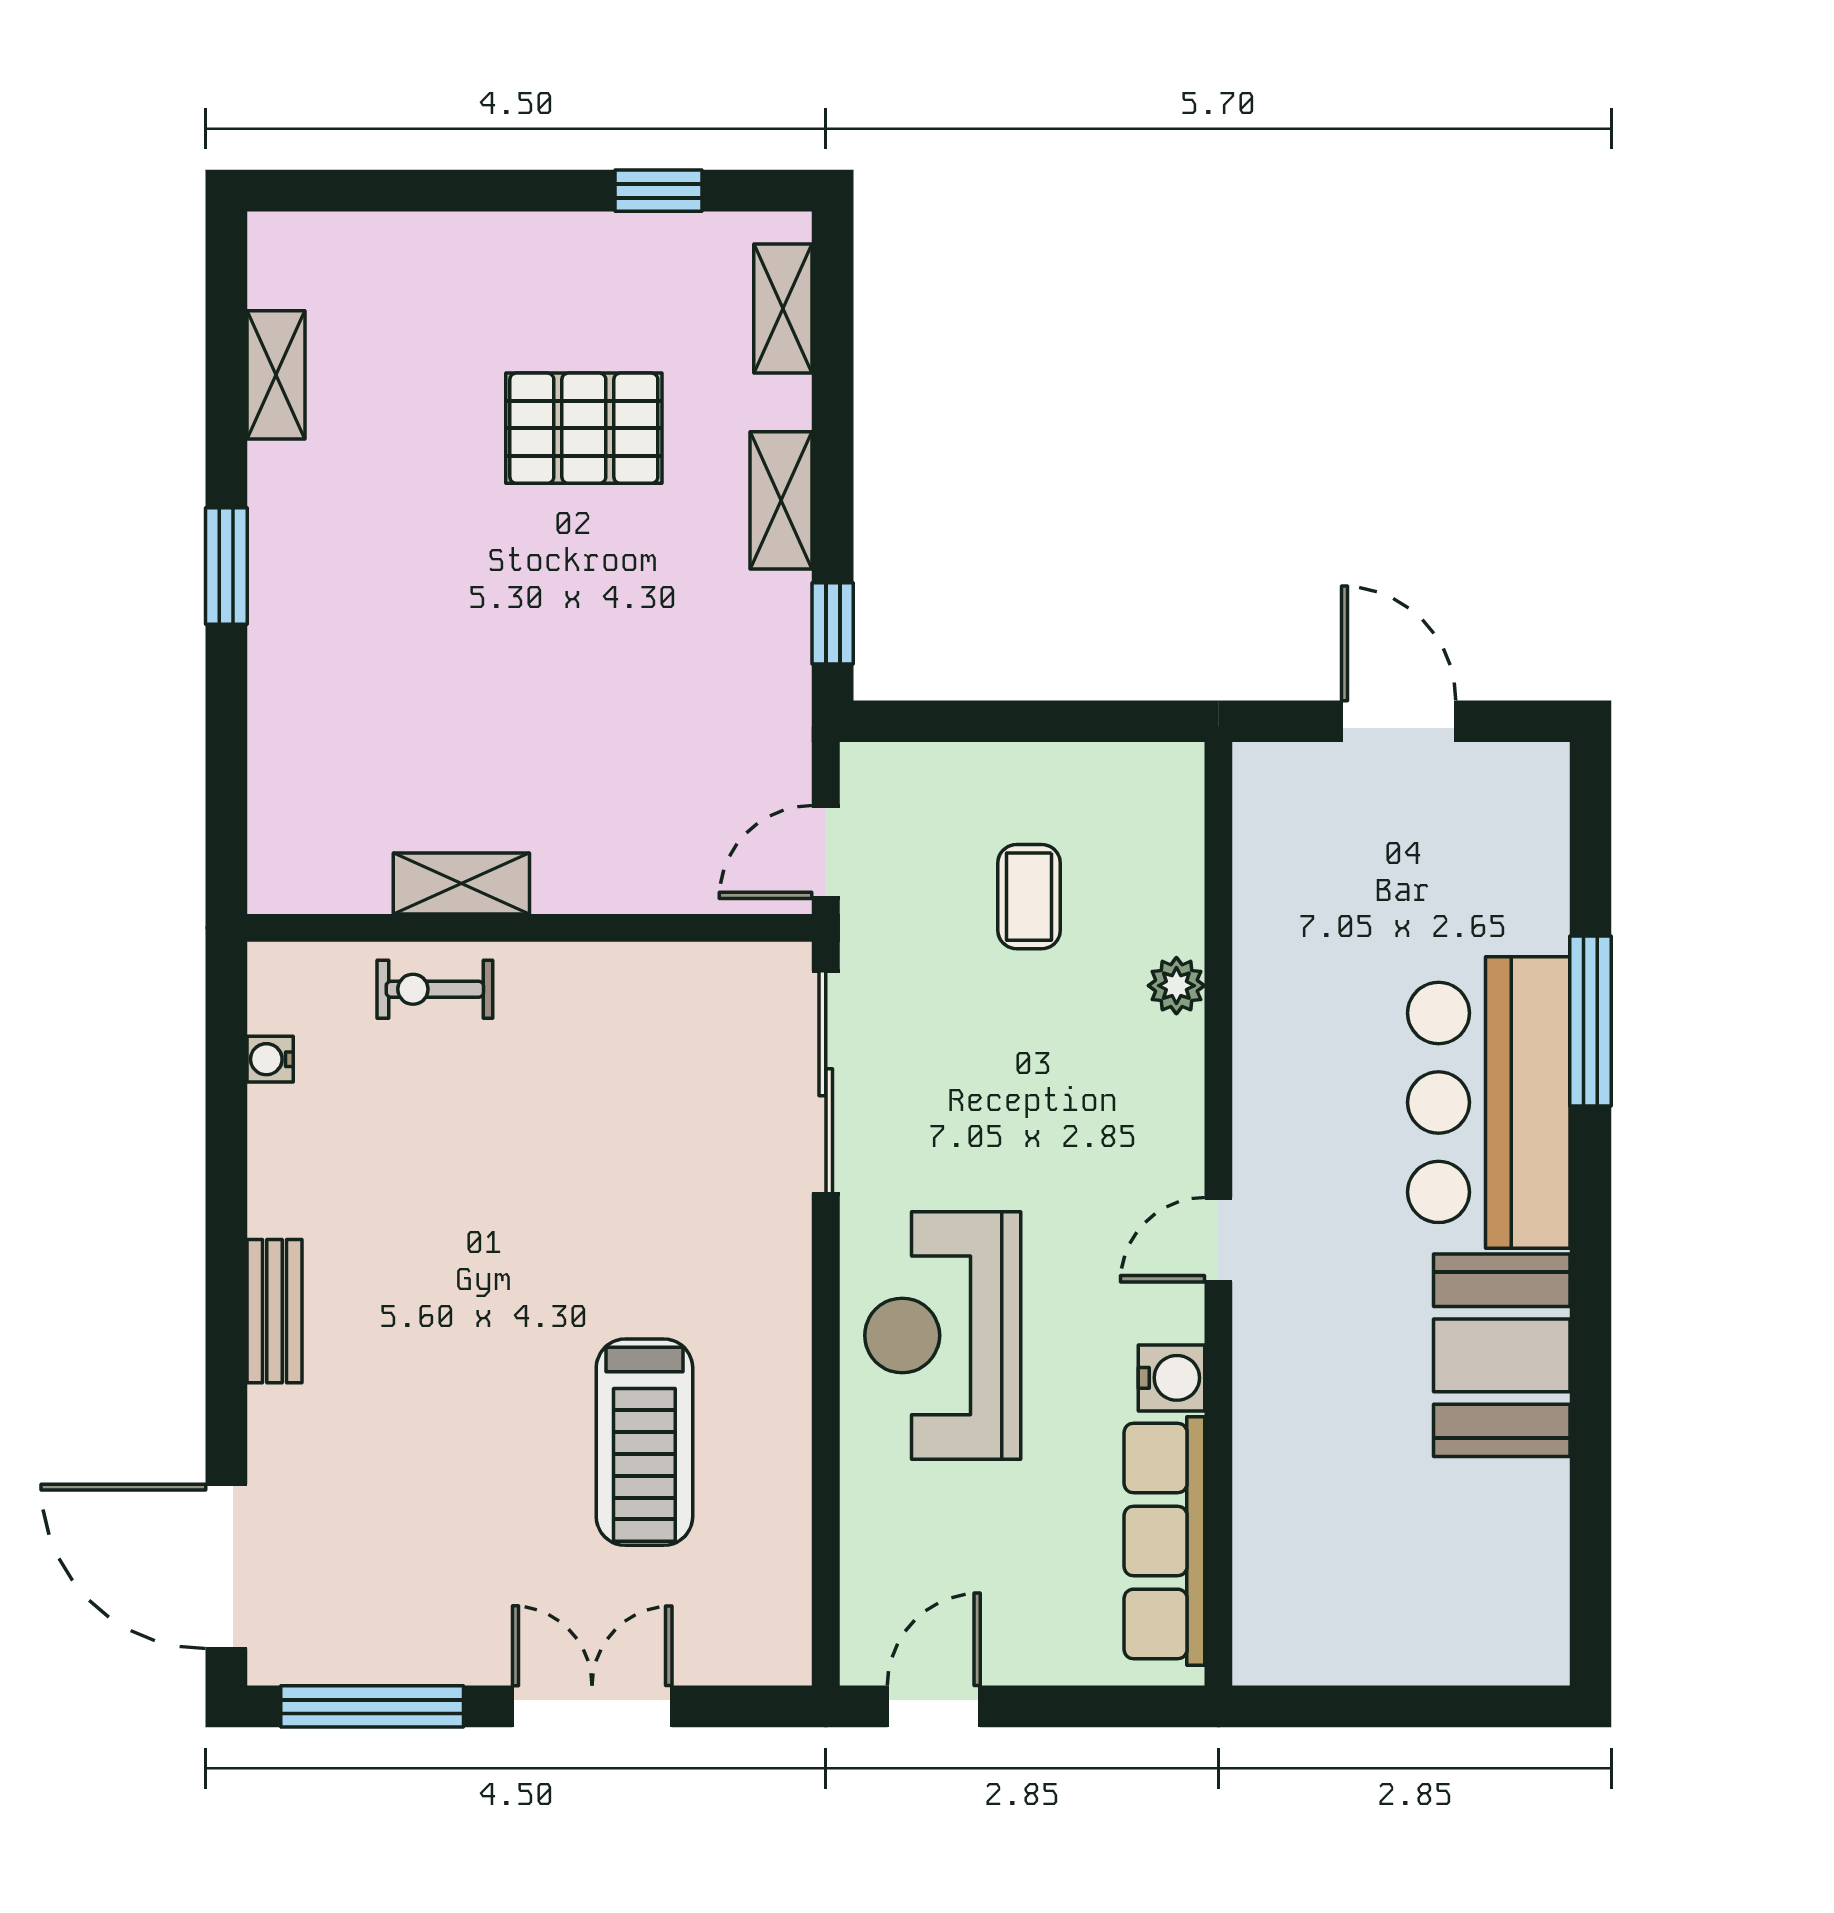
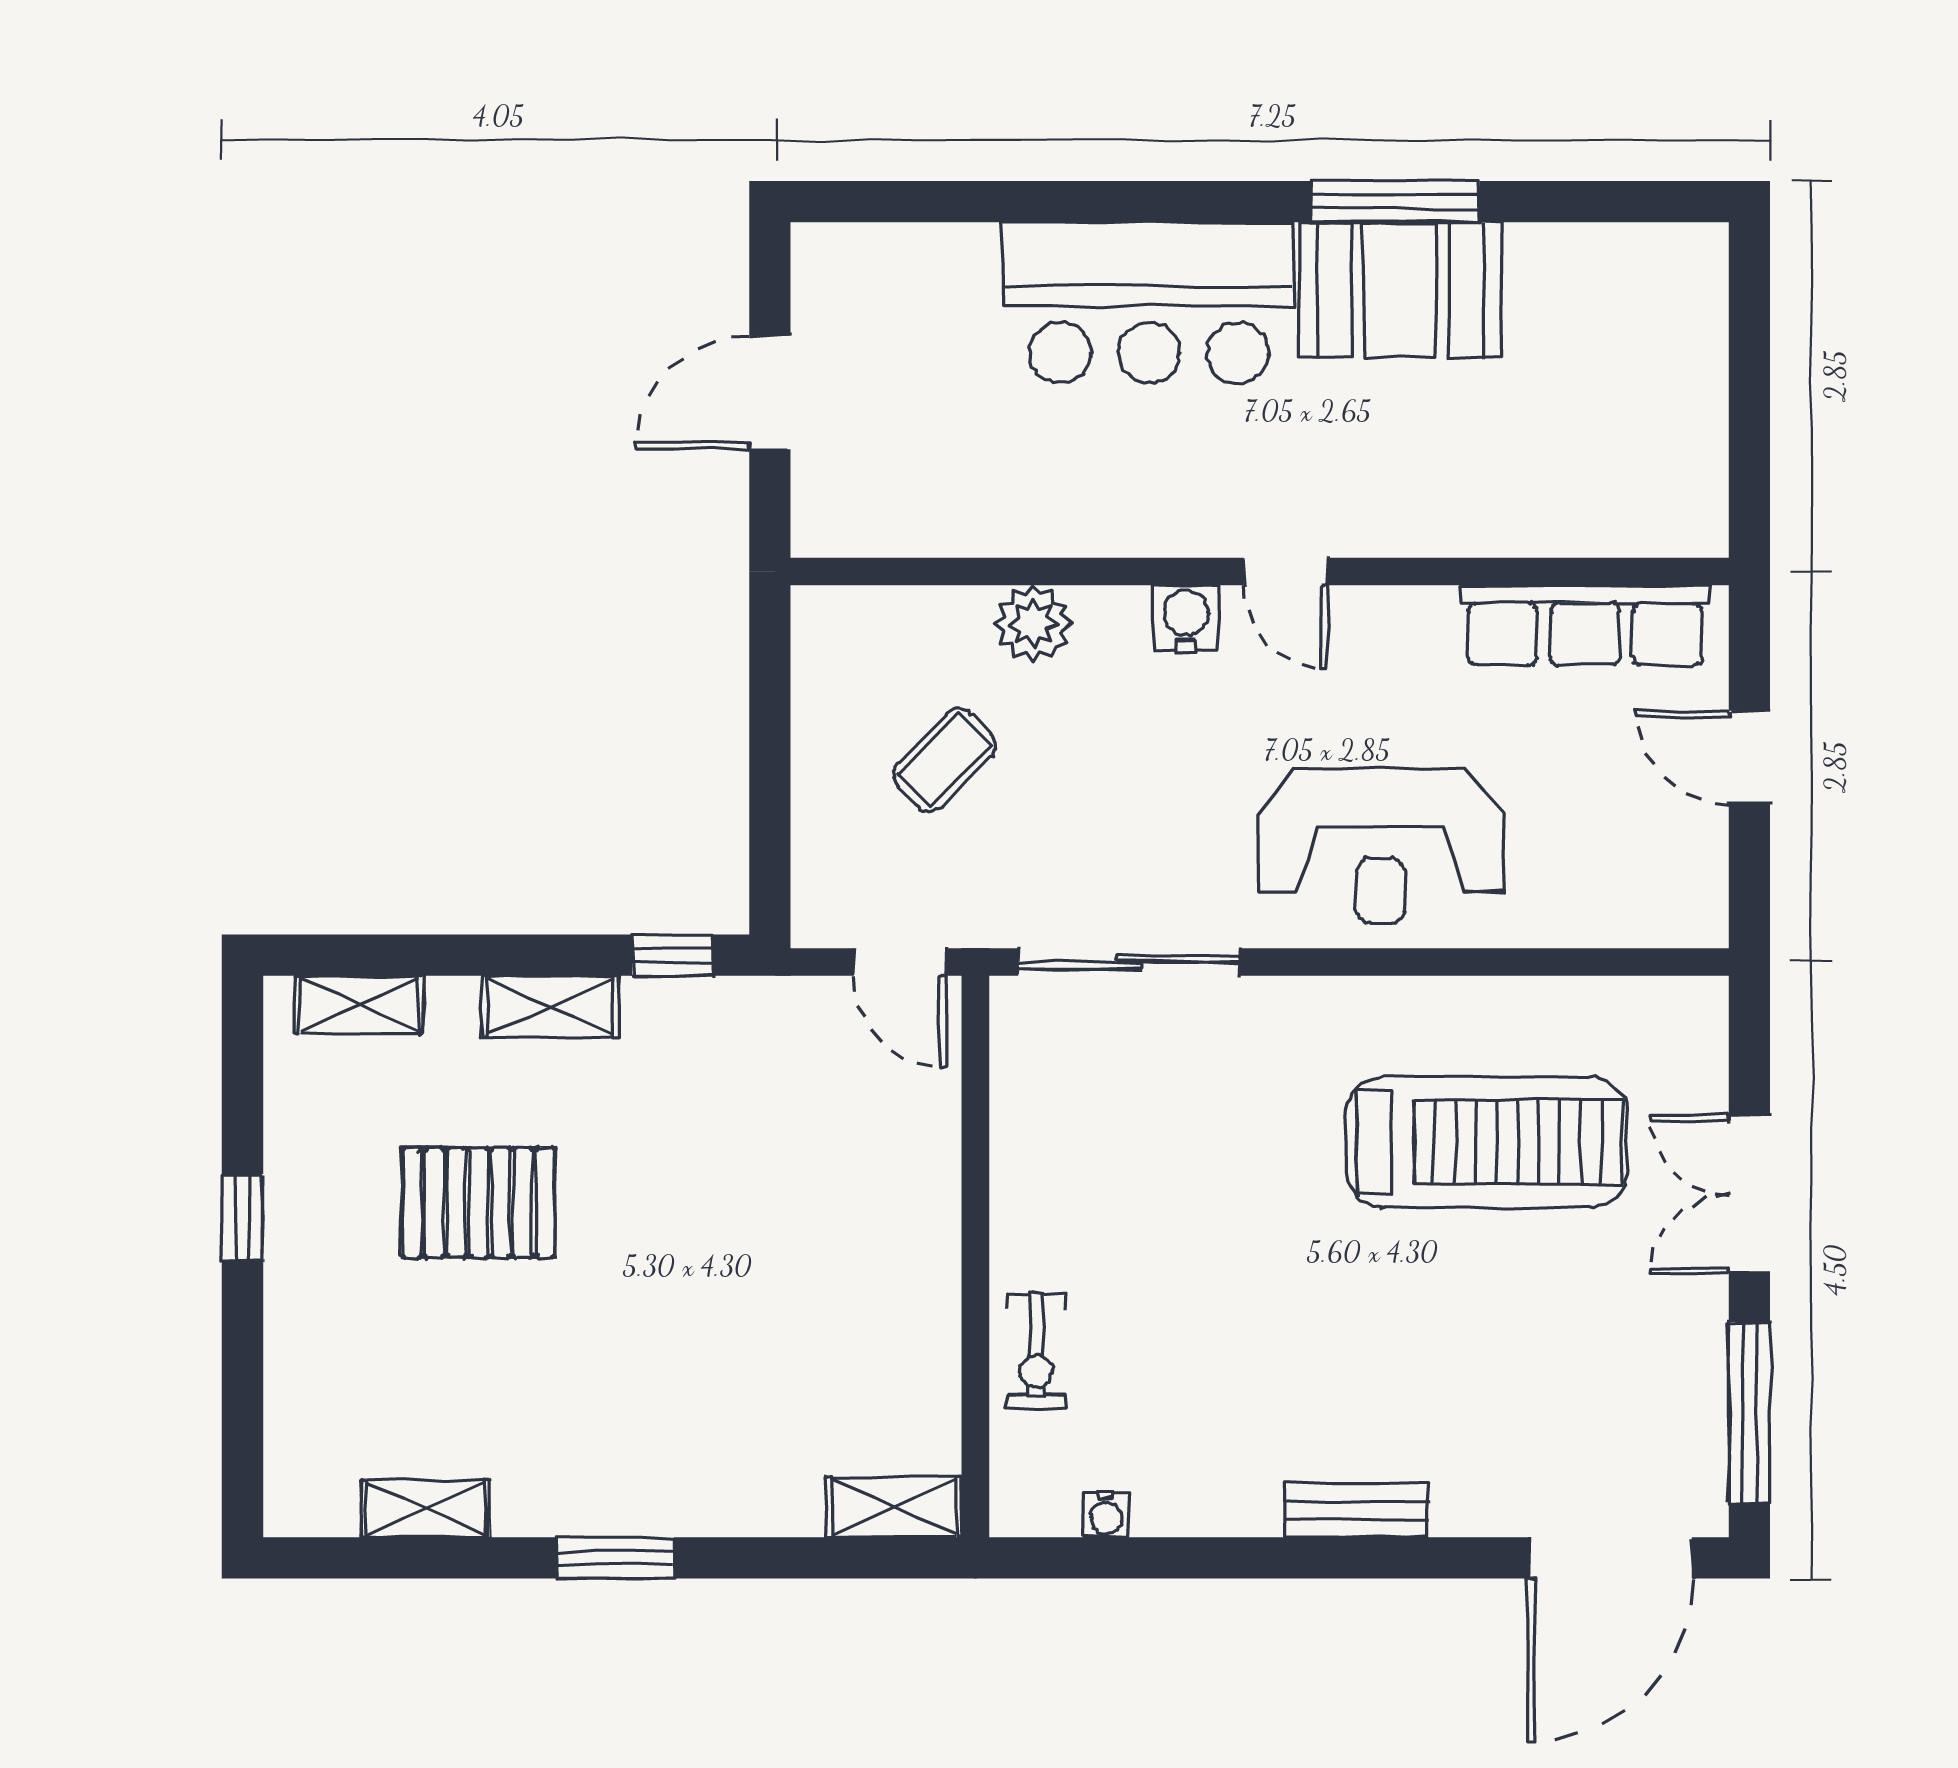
window: (658, 191) -> (242, 1217), moved
pallet: (584, 428) -> (479, 1203), turned 90
shelving: (461, 883) -> (894, 1507), moved, turned 90
coffee table: (1029, 897) -> (944, 760), turned -45
plant: (1176, 986) -> (1033, 624), width x1.38, depth x1.38
window: (1591, 1021) -> (1395, 202), moved
water cooler: (1172, 1378) -> (1186, 618), moved
treadmill: (644, 1442) -> (1487, 1142), width x1.37, depth x1.38
door: (934, 1706) -> (1749, 757), moved

